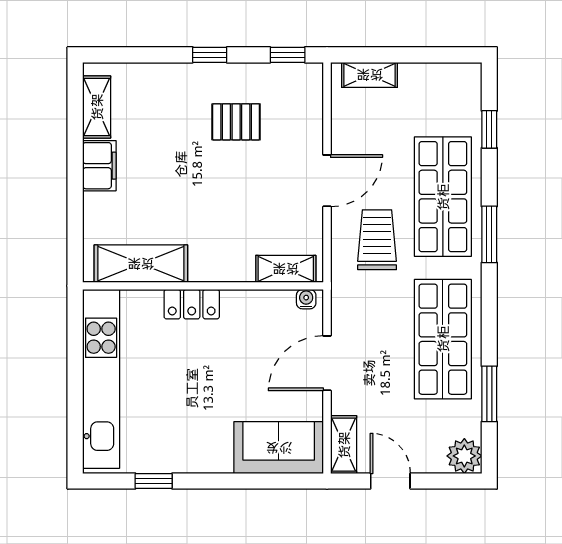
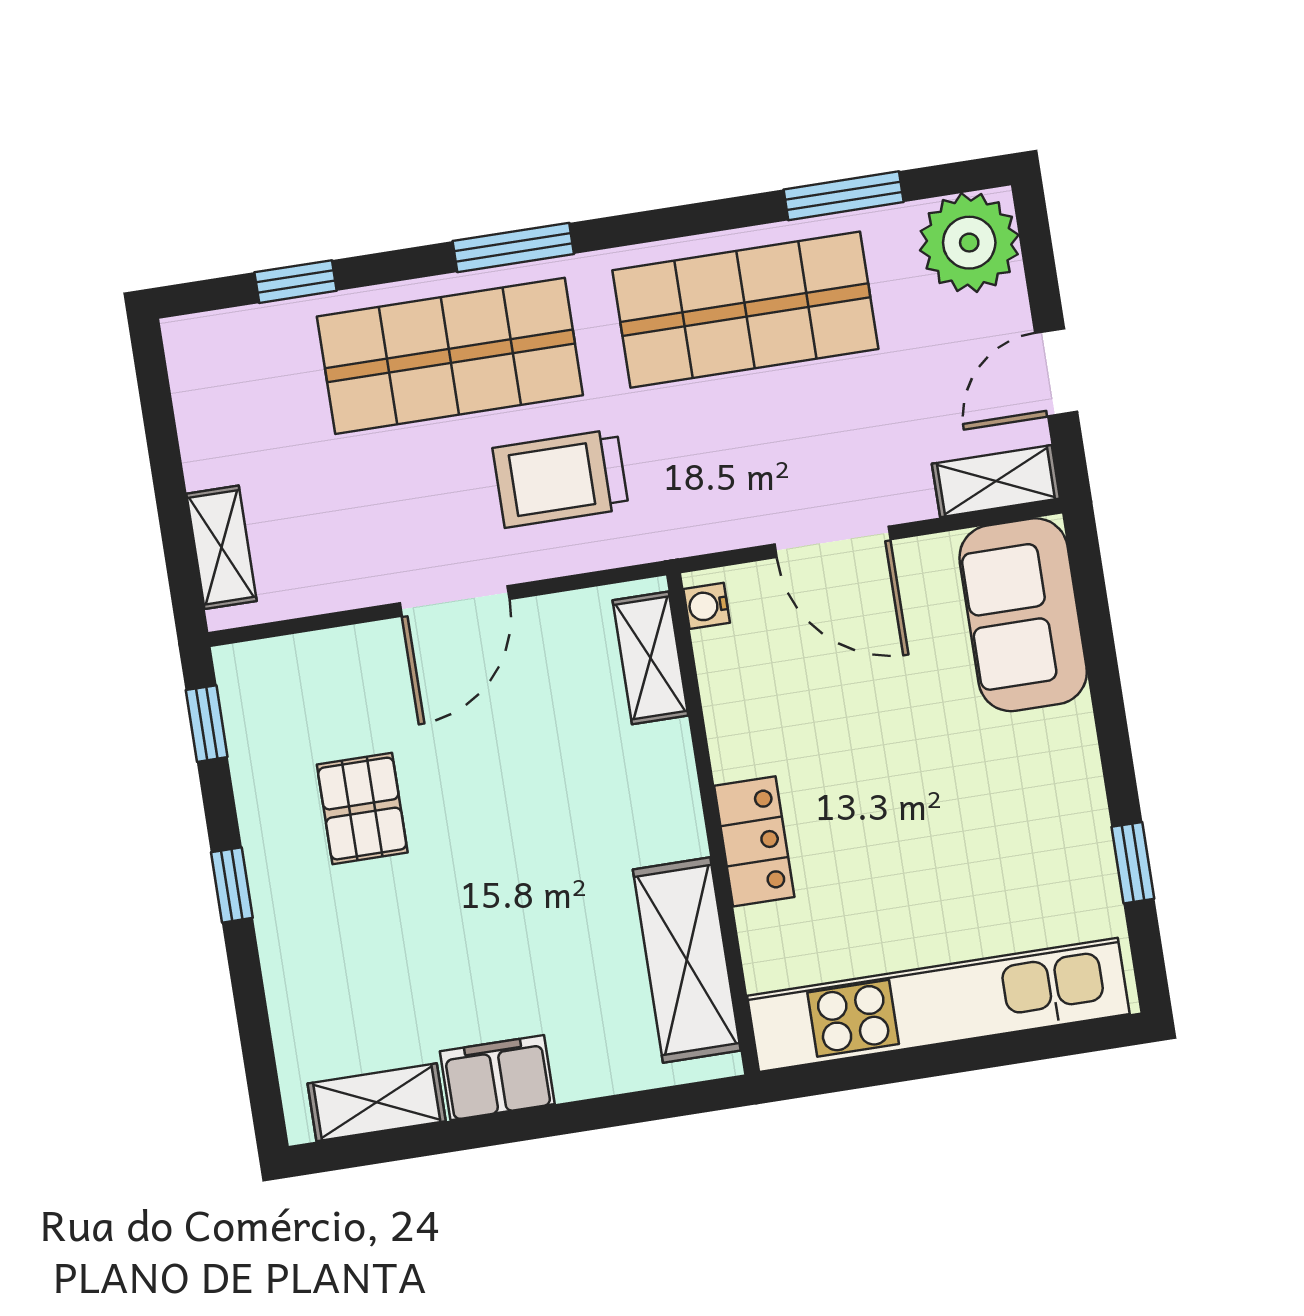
door: (327, 181) -> (455, 601), swing flipped
plant: (464, 456) -> (969, 243), width x1.36, depth x1.36

